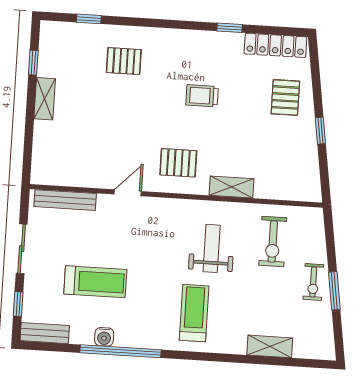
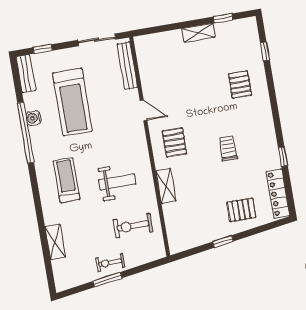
sliding door: (22, 249) -> (97, 40), moved
treadmill: (95, 282) -> (72, 102), width x1.37, depth x1.38
treadmill: (194, 313) -> (67, 180), turned -90

